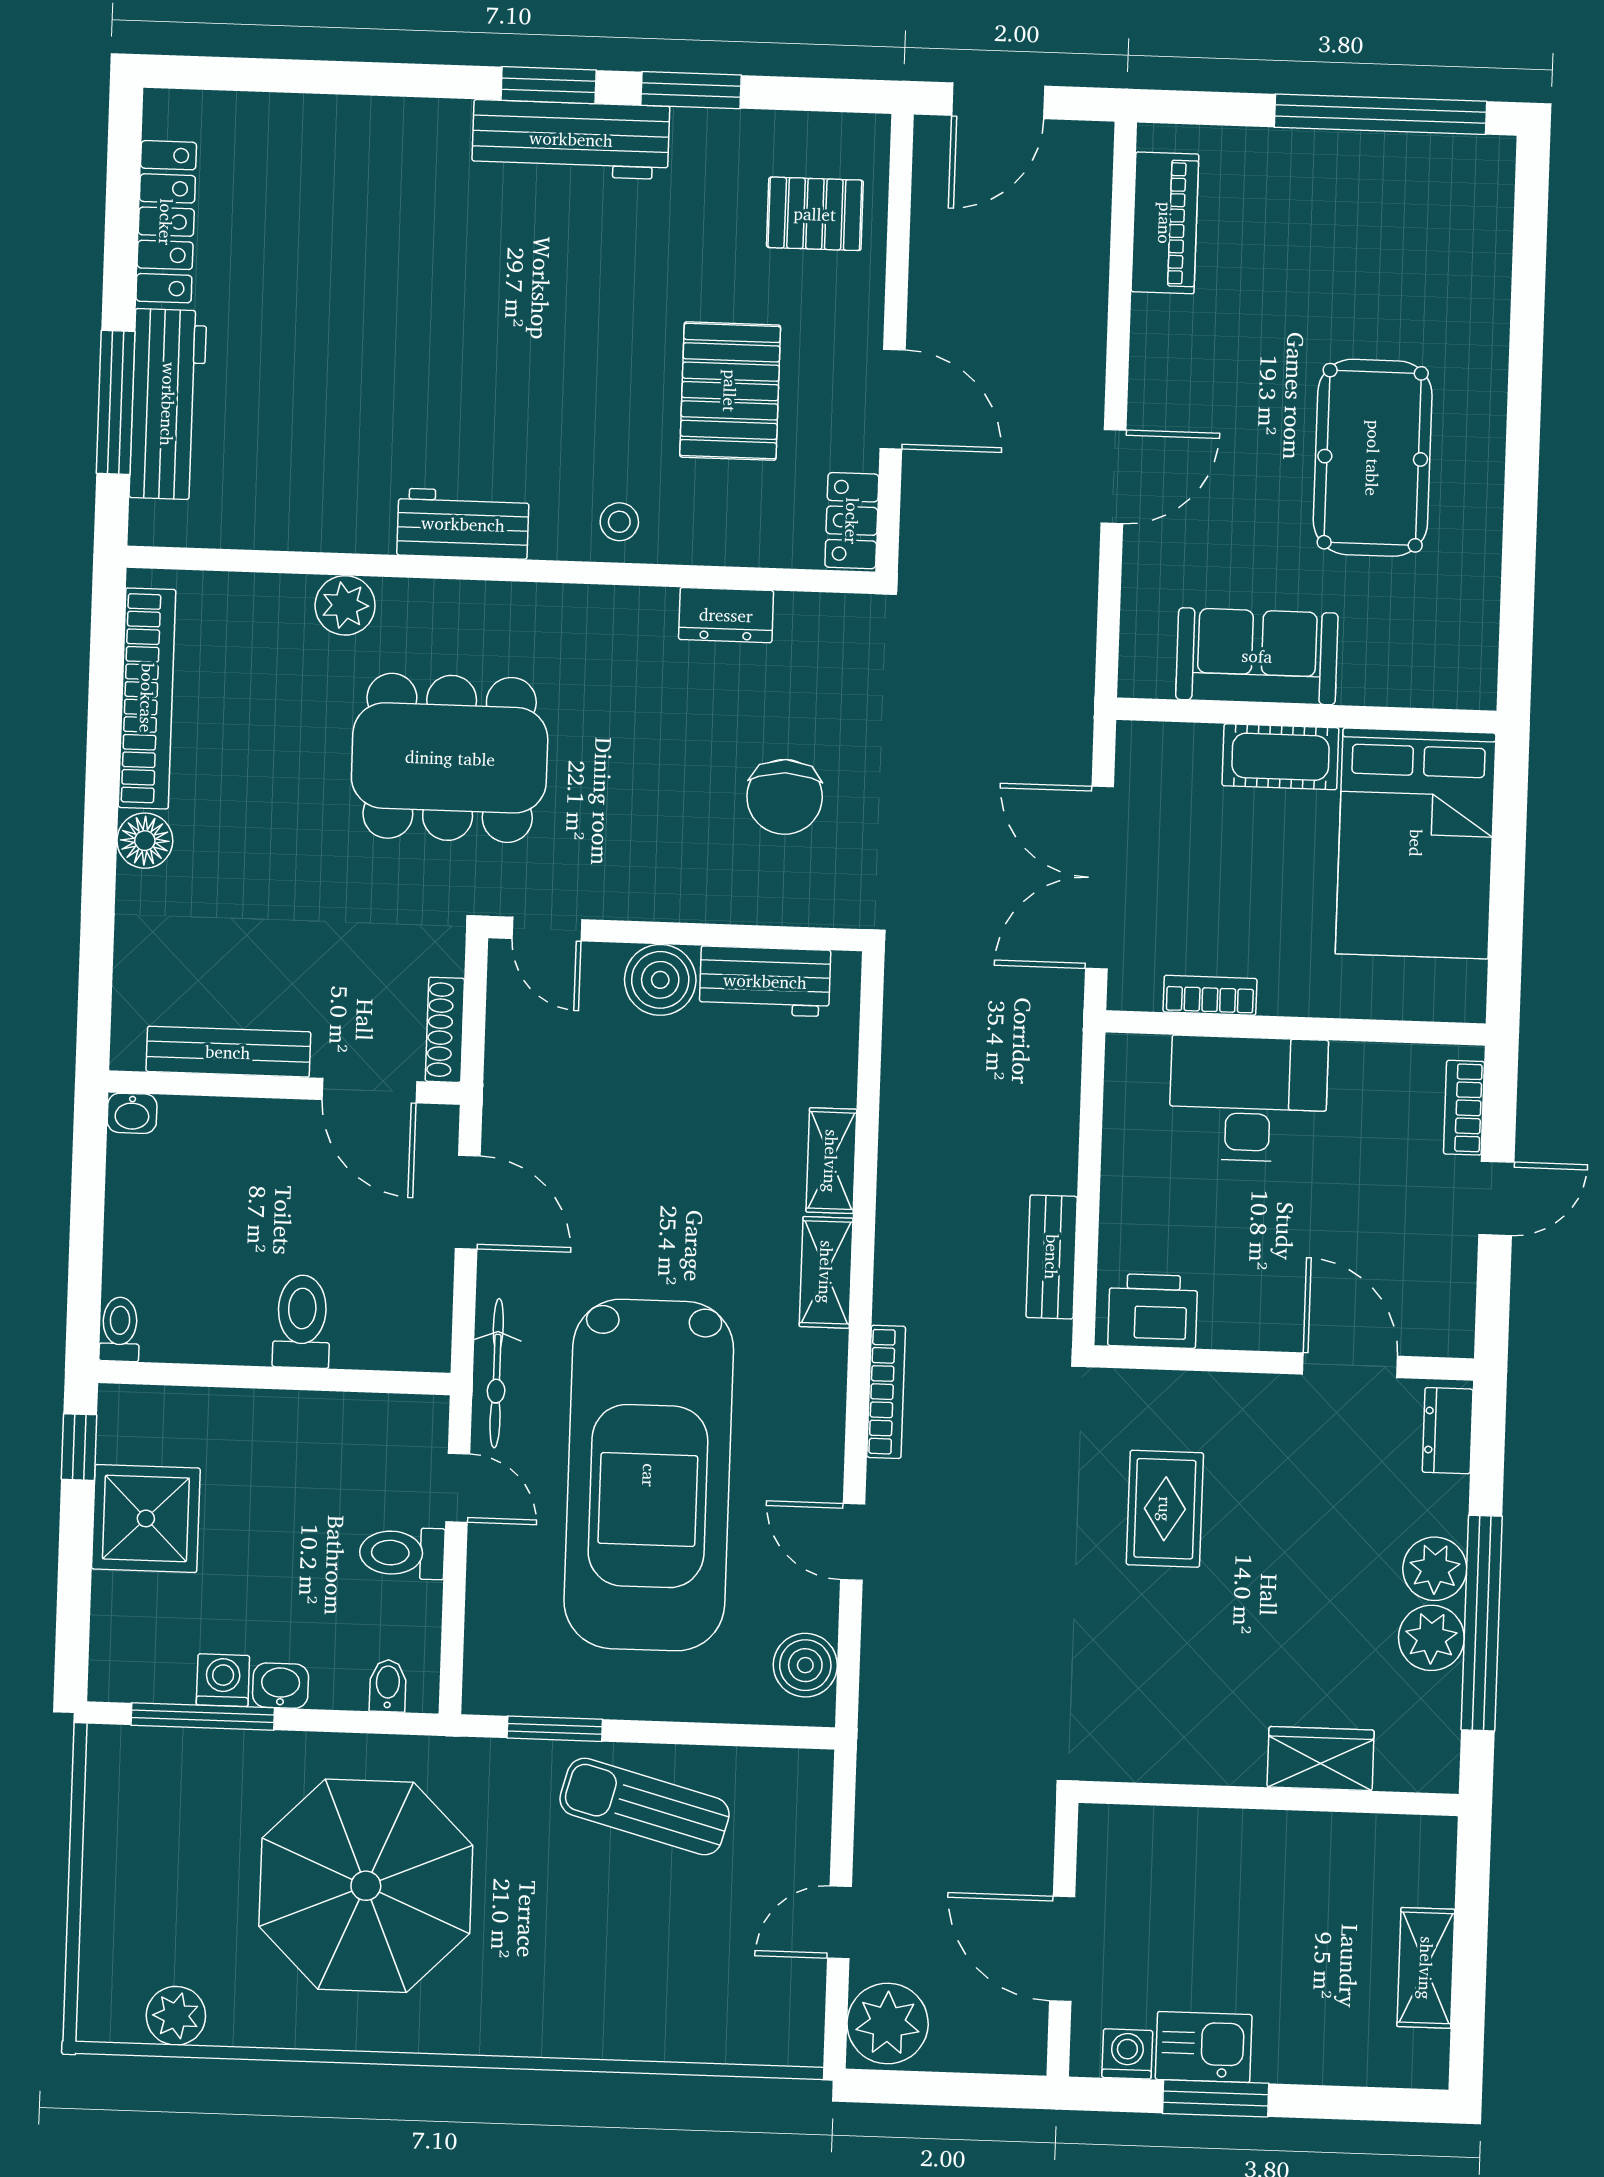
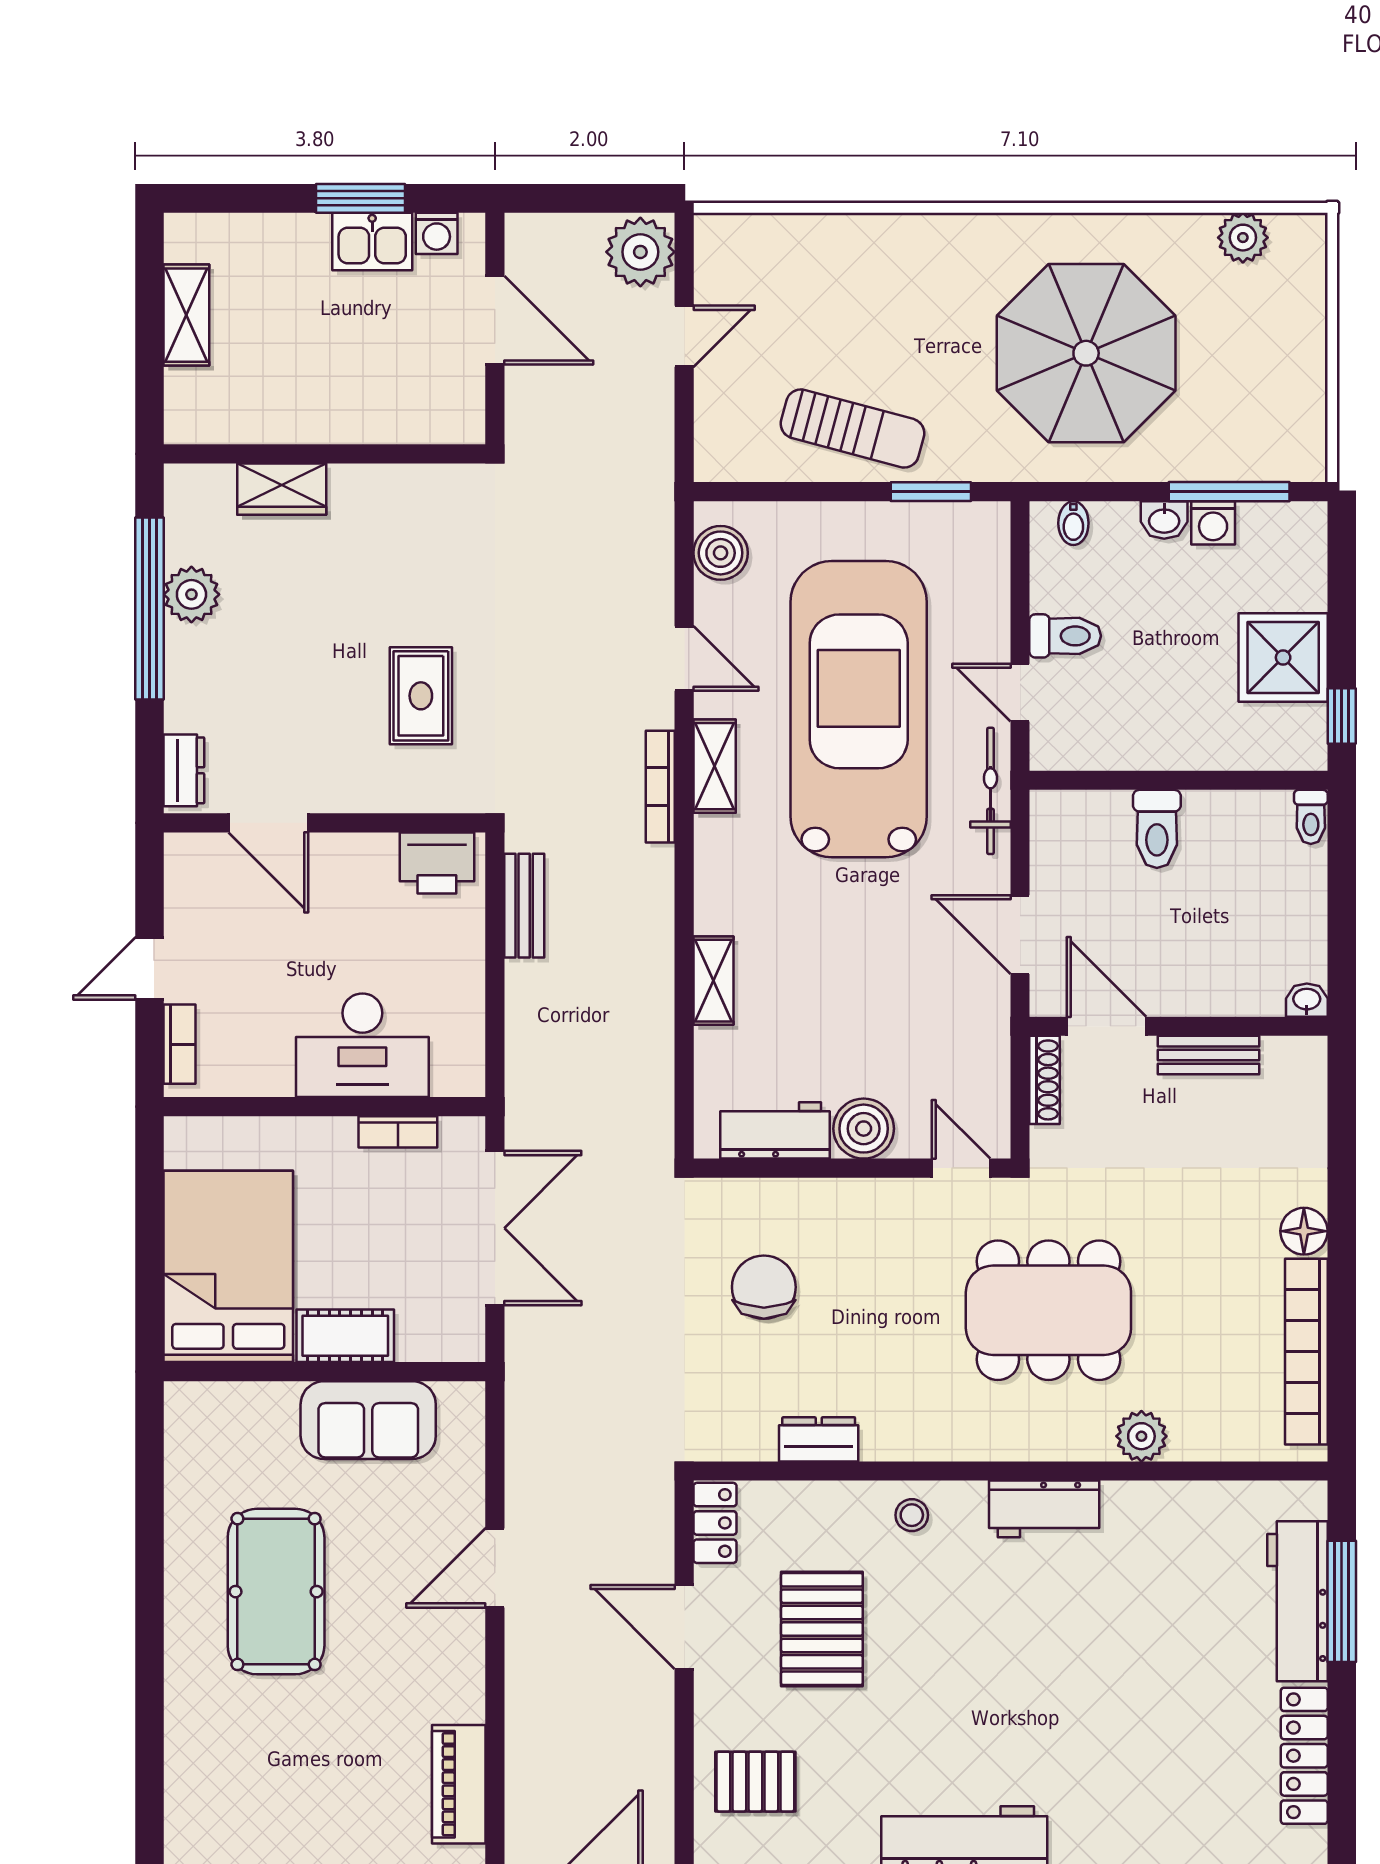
bench: (228, 1052) -> (1209, 1055), width x0.73
shelving: (826, 1272) -> (715, 766), moved
plant: (1435, 1569) -> (191, 653), removed

